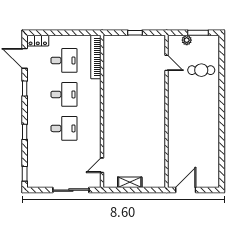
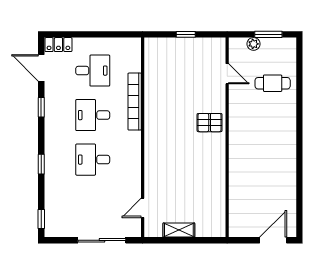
bookcase: (96, 57) -> (135, 102), moved
desk: (64, 94) -> (93, 115), turned 180
pallet: (153, 100) -> (210, 123), added
desk: (64, 128) -> (93, 160), turned 180
door: (186, 190) -> (273, 240), moved

